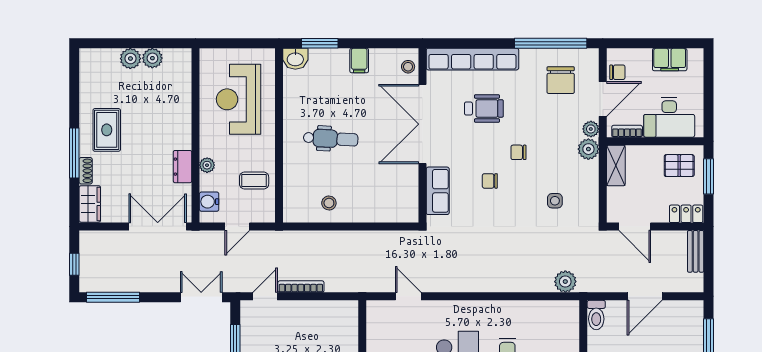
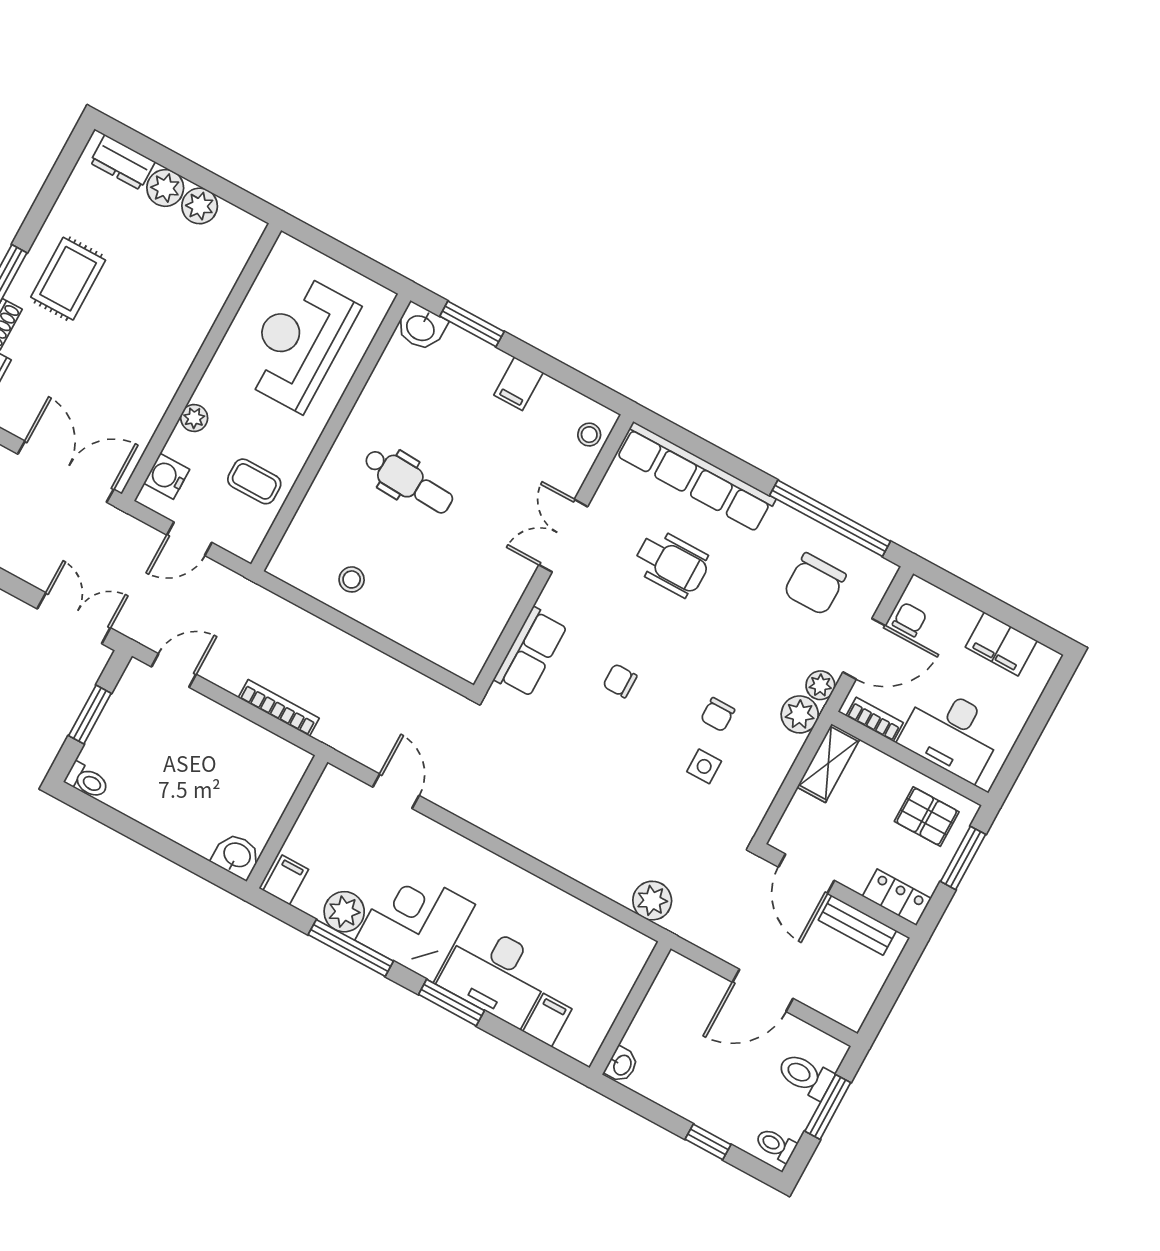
chair: (617, 72) -> (909, 620), turned -90
double door: (422, 124) -> (563, 536), width x0.54
chair: (518, 152) -> (718, 715), moved, turned -90
dresser: (182, 167) -> (122, 162), moved, turned -90
bench: (696, 251) -> (857, 925), moved, turned 90
bookcase: (301, 287) -> (279, 708), moved
toilet: (596, 315) -> (805, 1076), moved, turned 90

